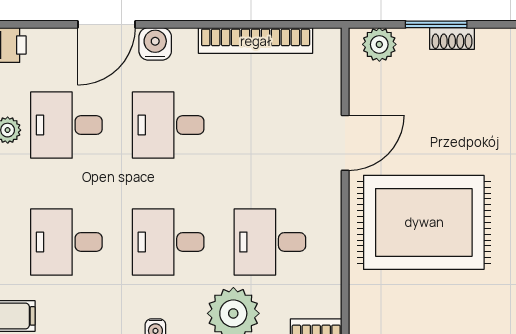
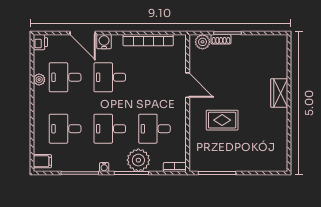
door: (106, 24) -> (83, 33), hinge flipped
shoe rack: (452, 38) -> (221, 39), moved
door: (345, 143) -> (188, 85), hinge flipped
rug: (424, 222) -> (222, 120), width x0.54, depth x0.49

